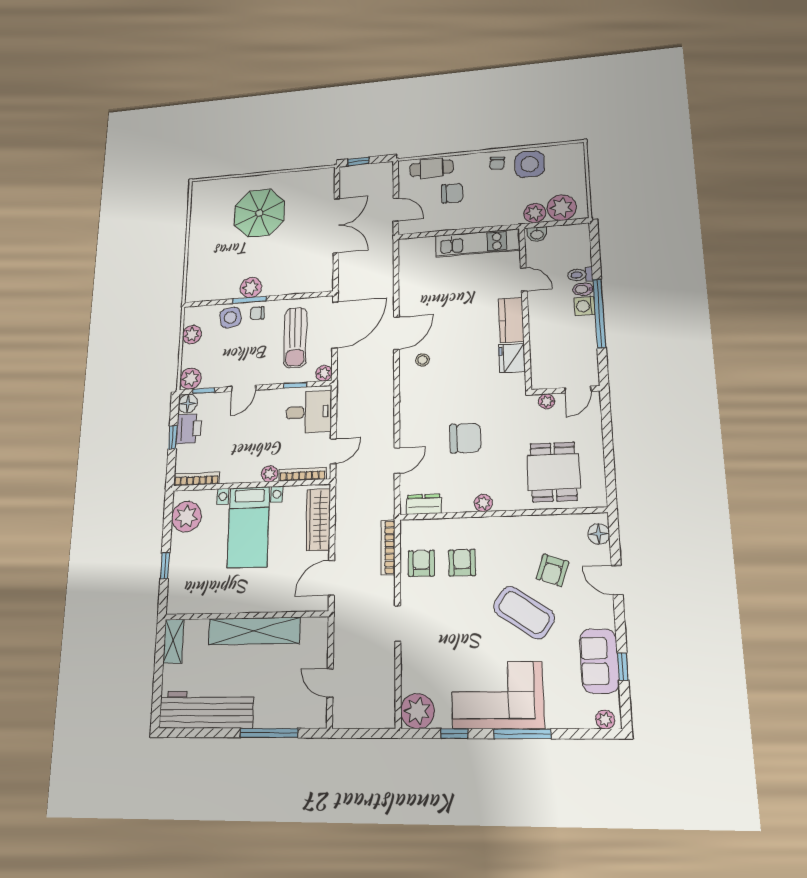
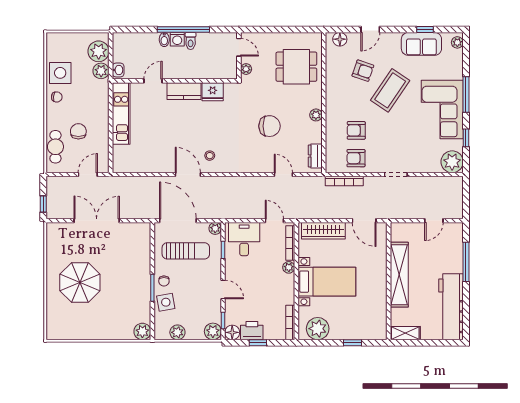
toilet: (580, 275) -> (191, 41), moved
plant: (251, 288) -> (142, 331), moved
chair: (465, 438) -> (270, 126), turned 90

